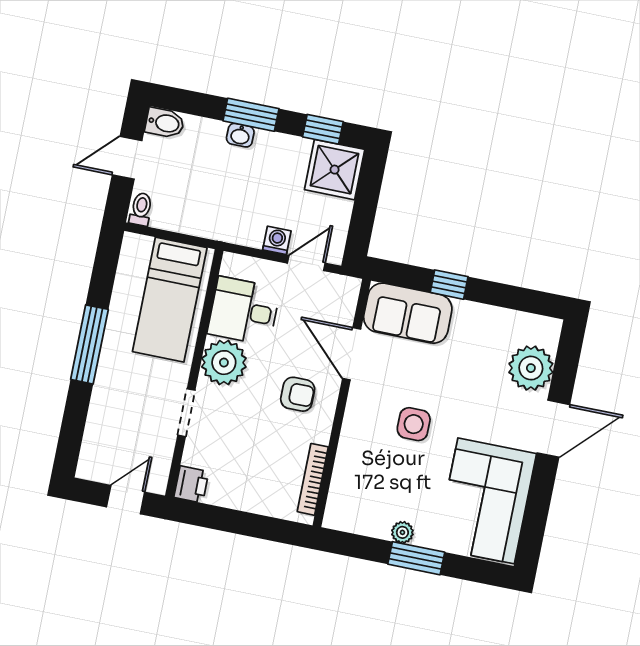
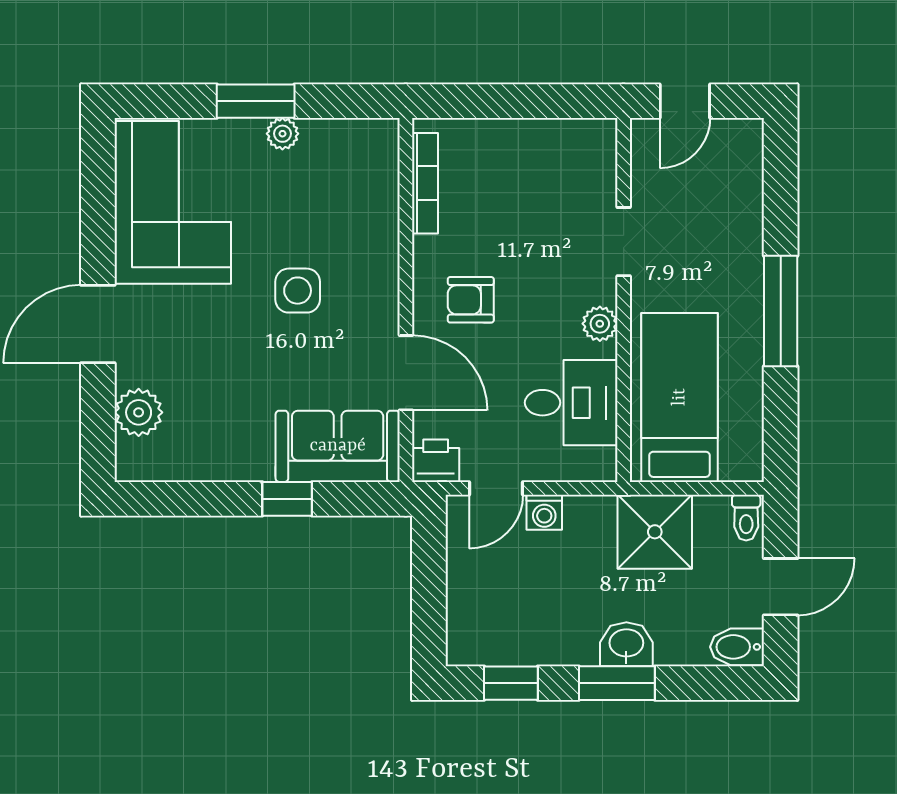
washbasin: (240, 135) -> (626, 644), width x1.38, depth x1.45
shower: (335, 170) -> (655, 532), moved
plant: (224, 363) -> (600, 324), width x0.53, depth x0.53
plant: (531, 368) -> (139, 412), width x0.73, depth x0.73
printer: (191, 484) -> (436, 461), moved, turned 90

